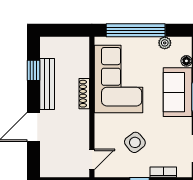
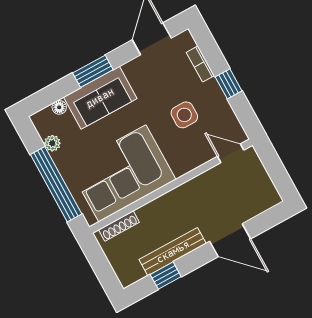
shoe rack: (84, 94) -> (119, 226), moved
side table: (135, 142) -> (184, 115), turned 38

